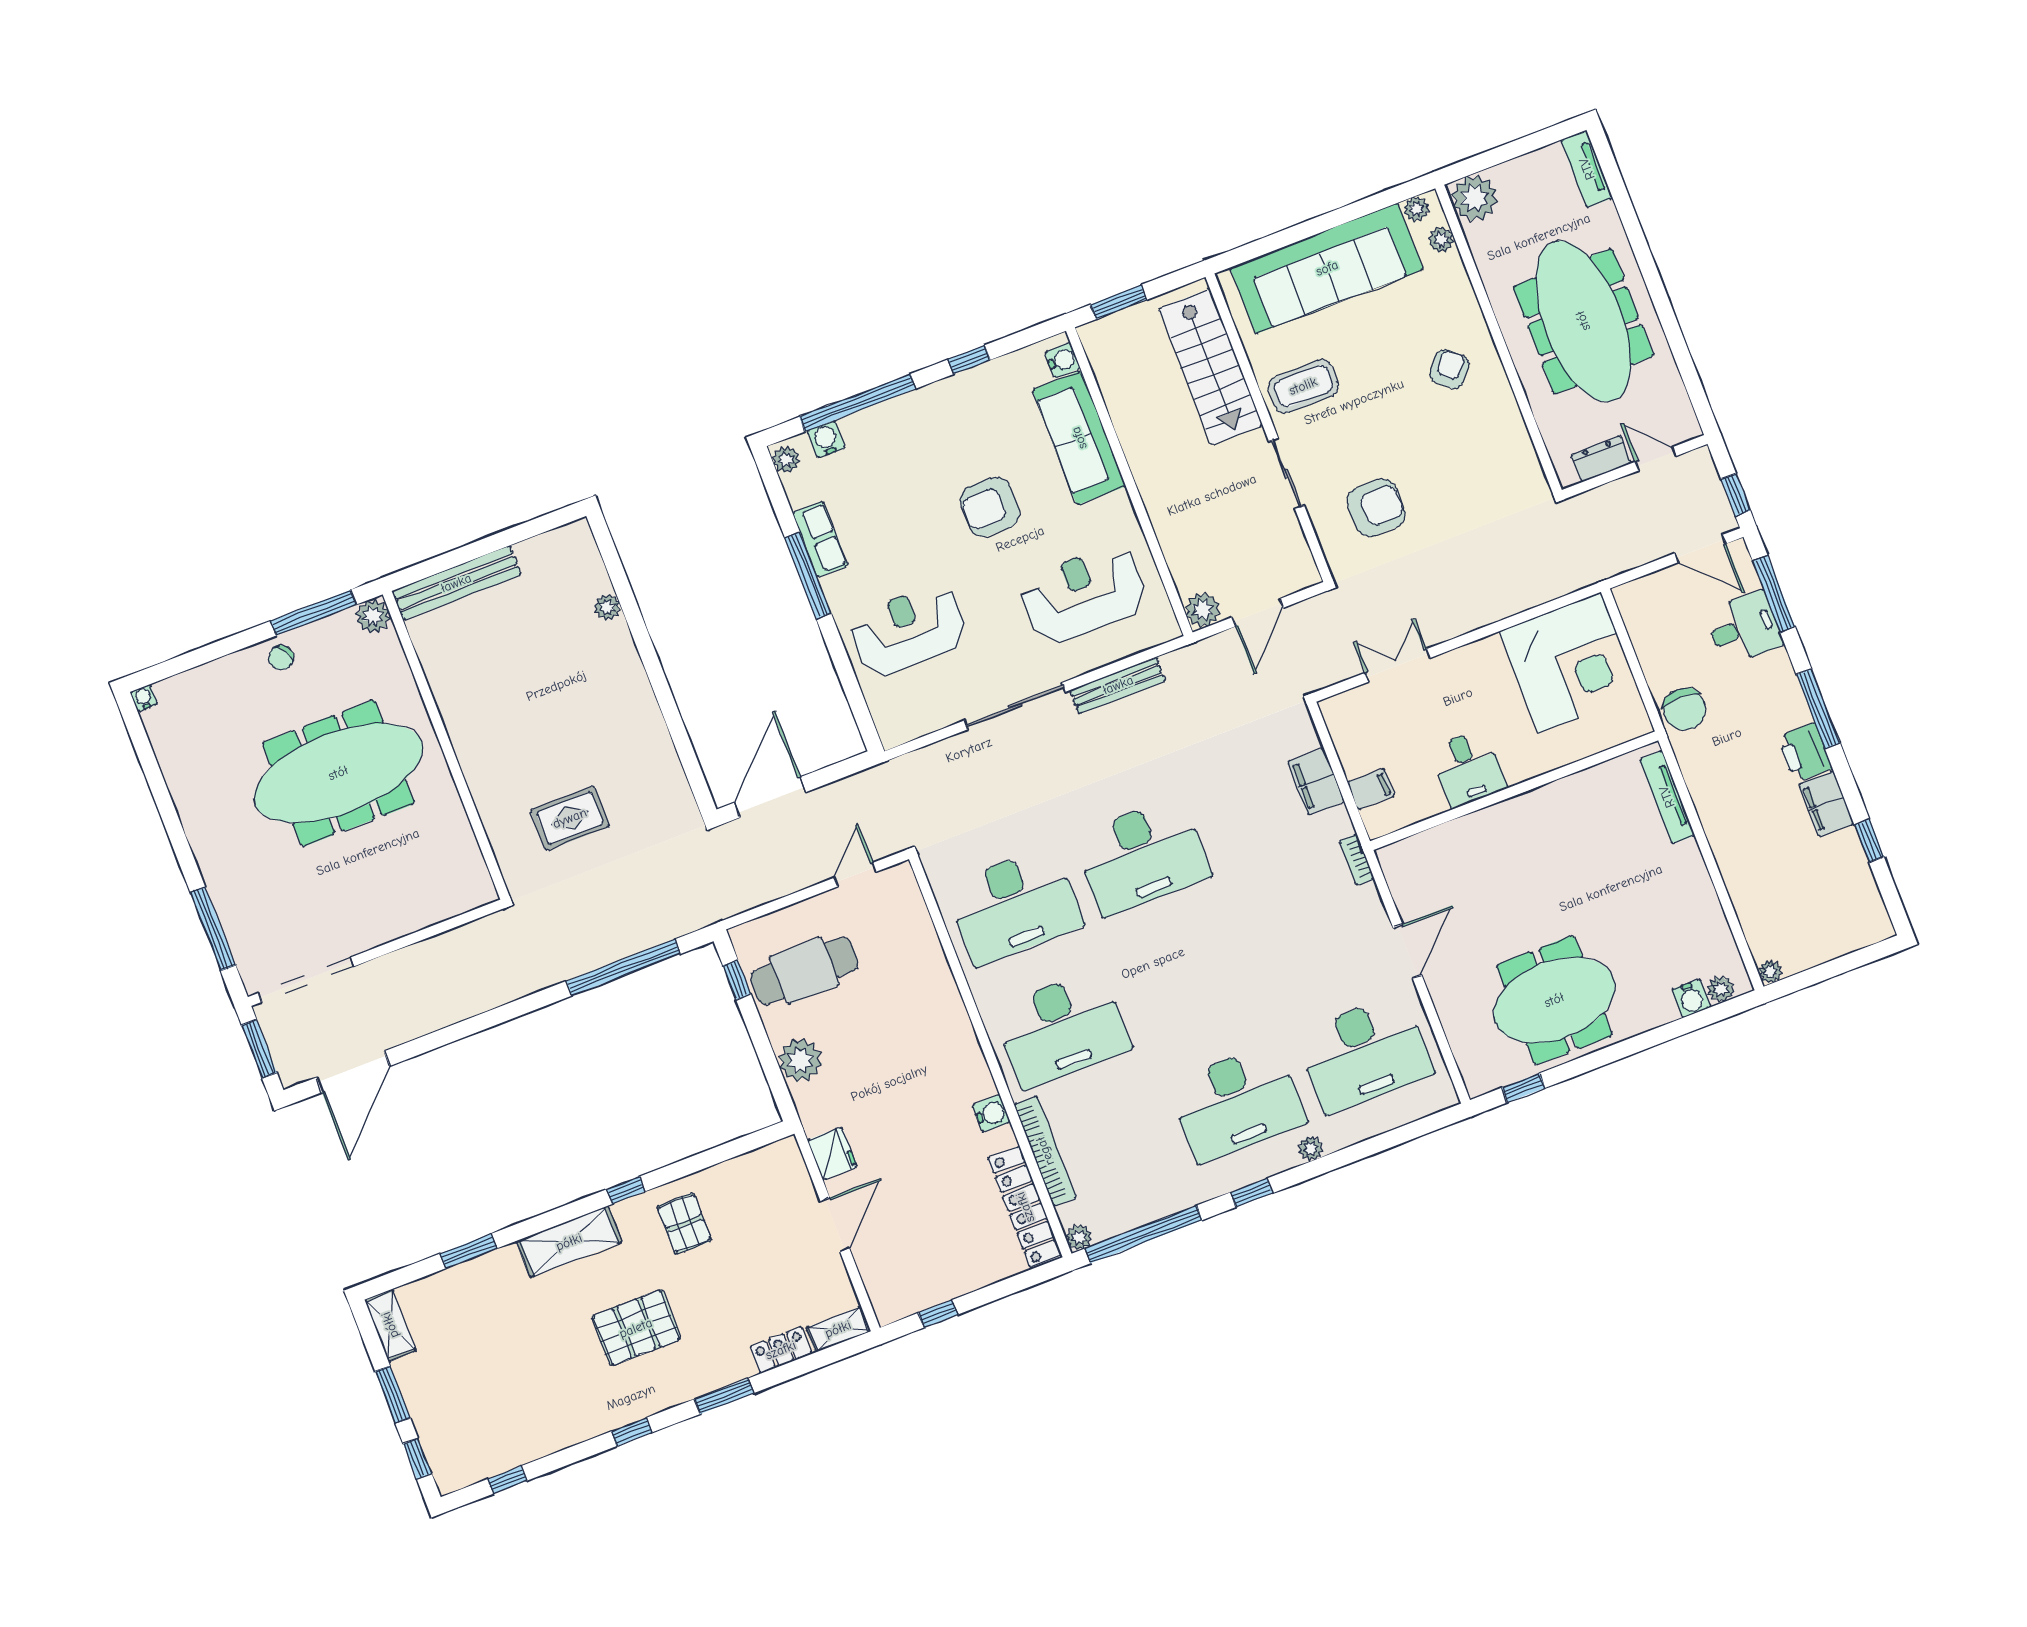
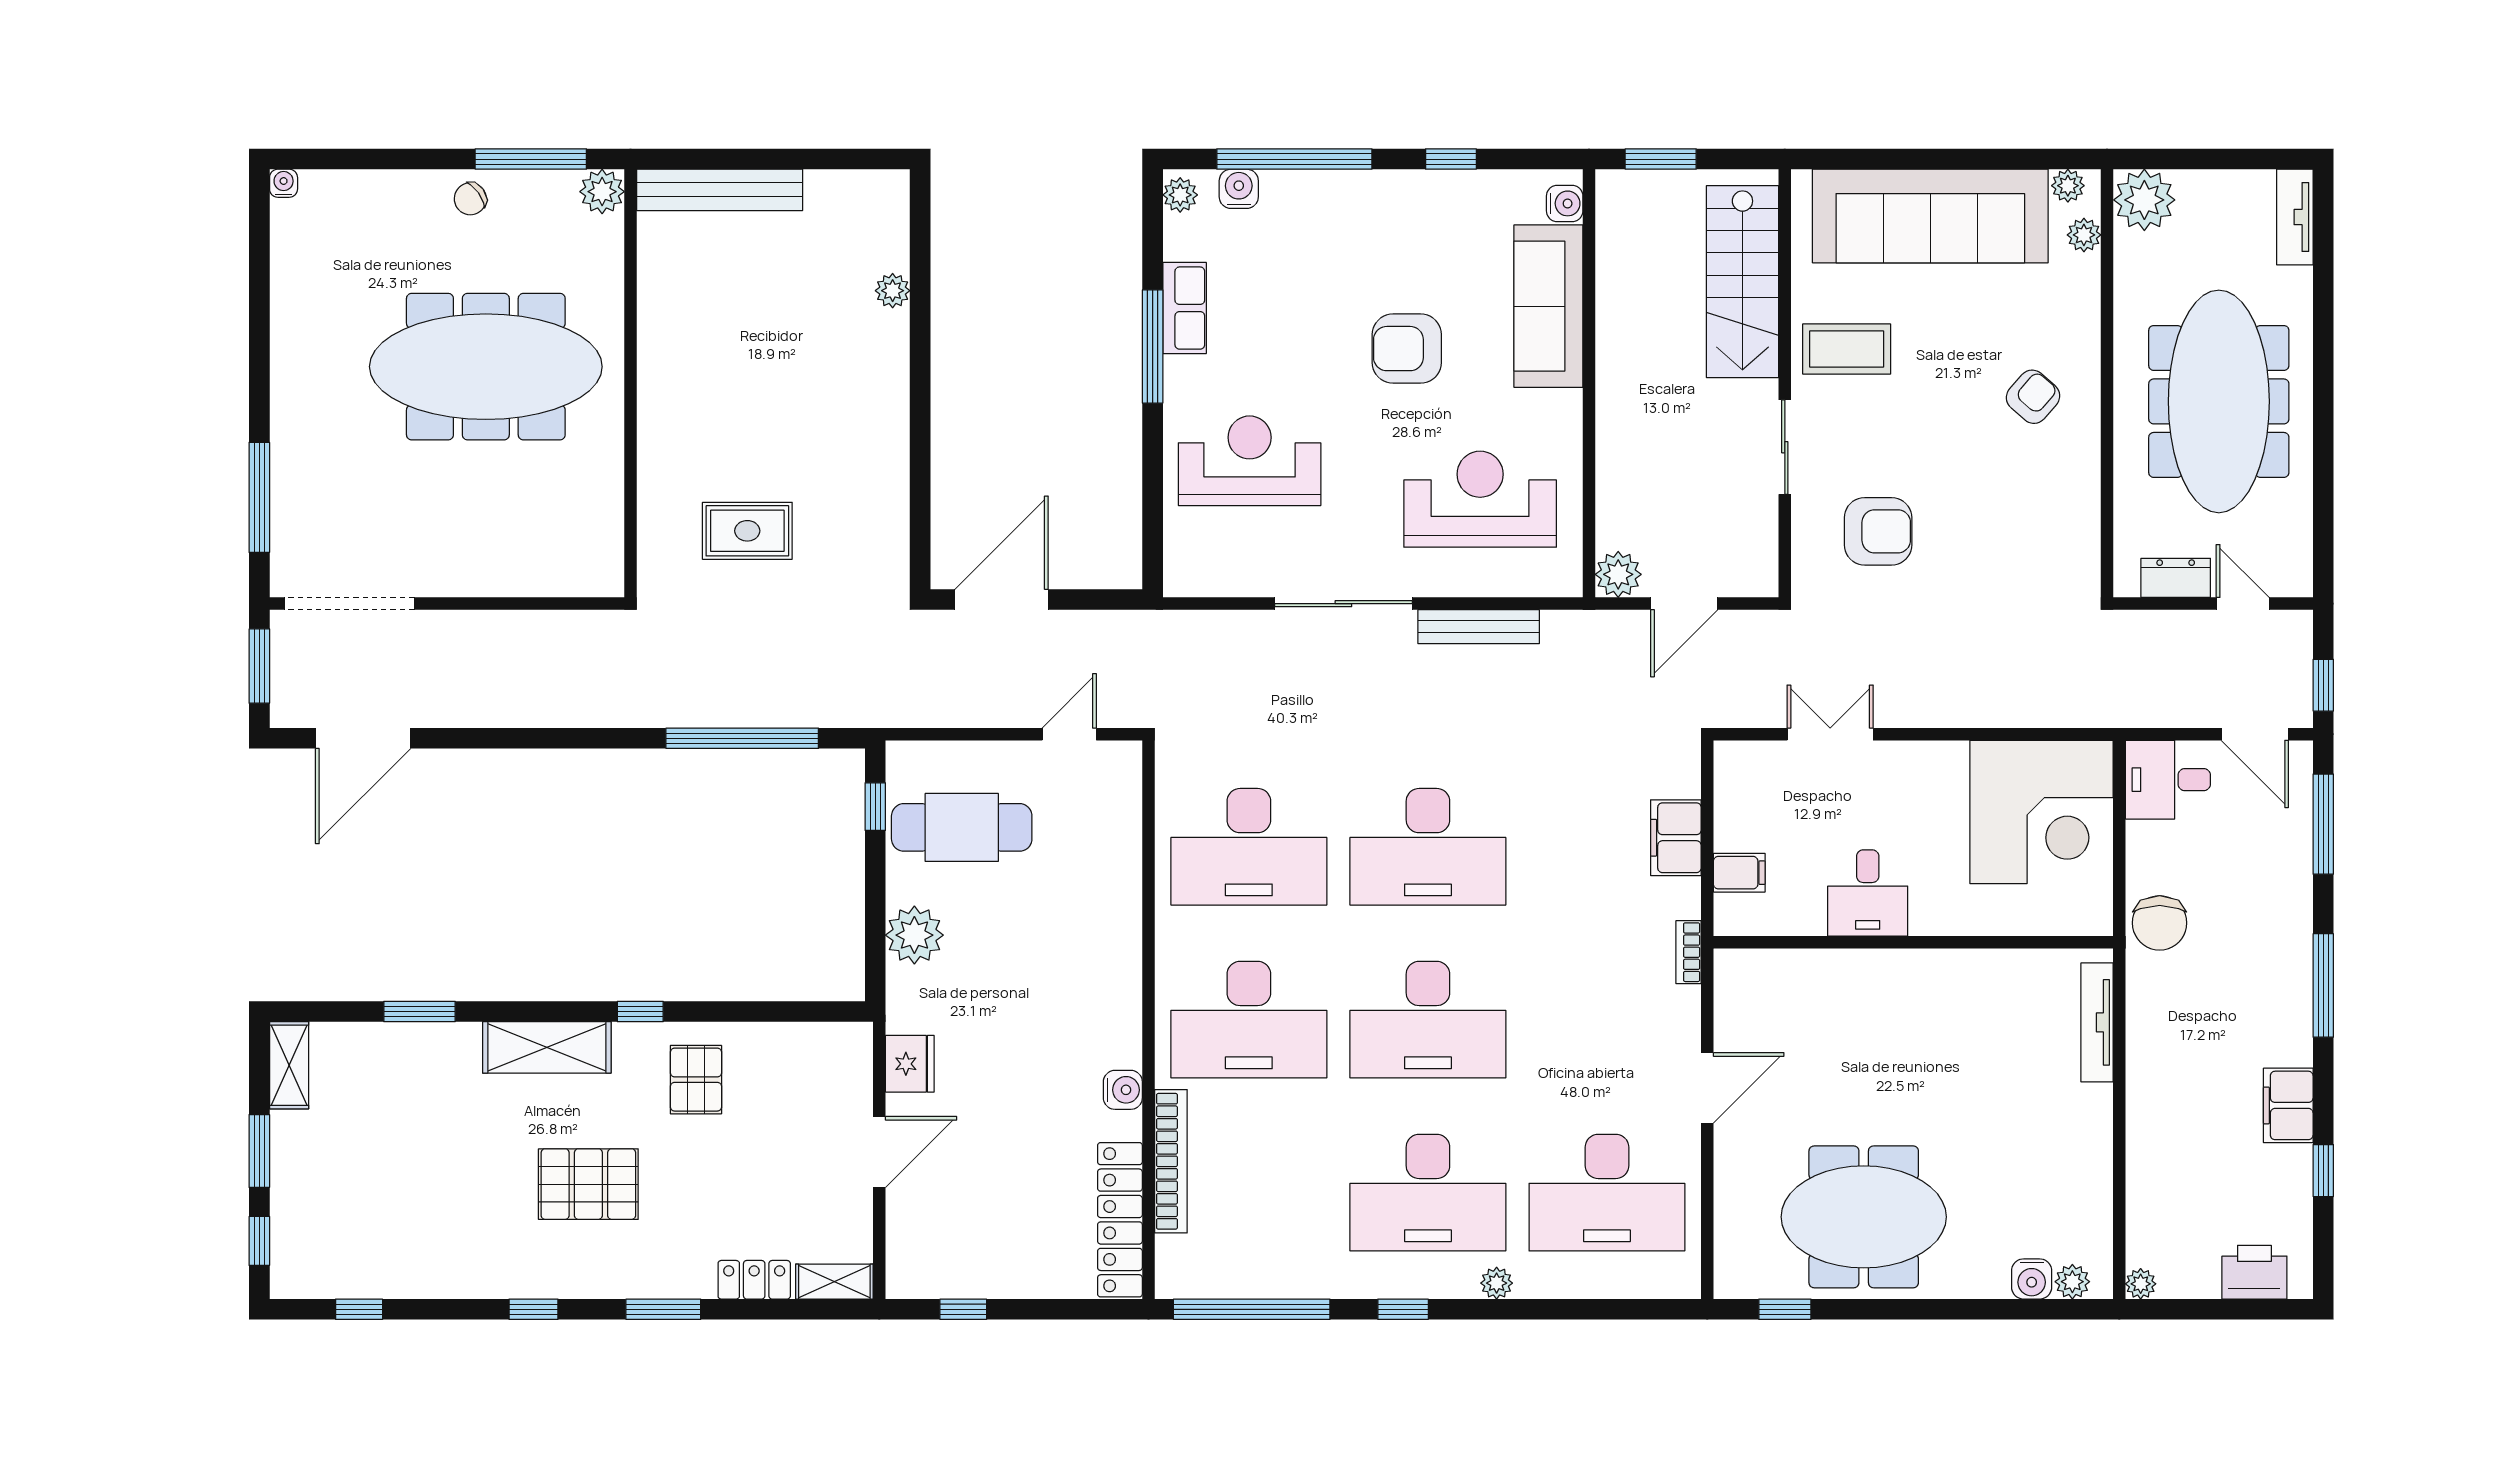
desk: (1744, 628) -> (2168, 780), moved, turned 180
printer: (1805, 753) -> (2254, 1272), moved, turned 90
desk: (1189, 979) -> (1428, 1020), added
plant: (1079, 1237) -> (1171, 1282), removed

